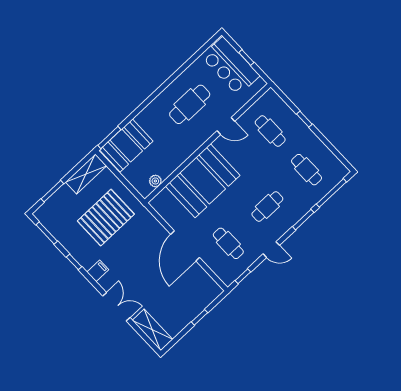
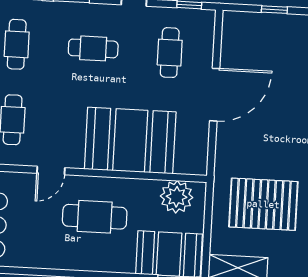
cafe table: (190, 104) -> (95, 217), moved
door: (226, 126) -> (51, 170), swing flipped
plant: (155, 181) -> (177, 197), width x1.88, depth x1.88

